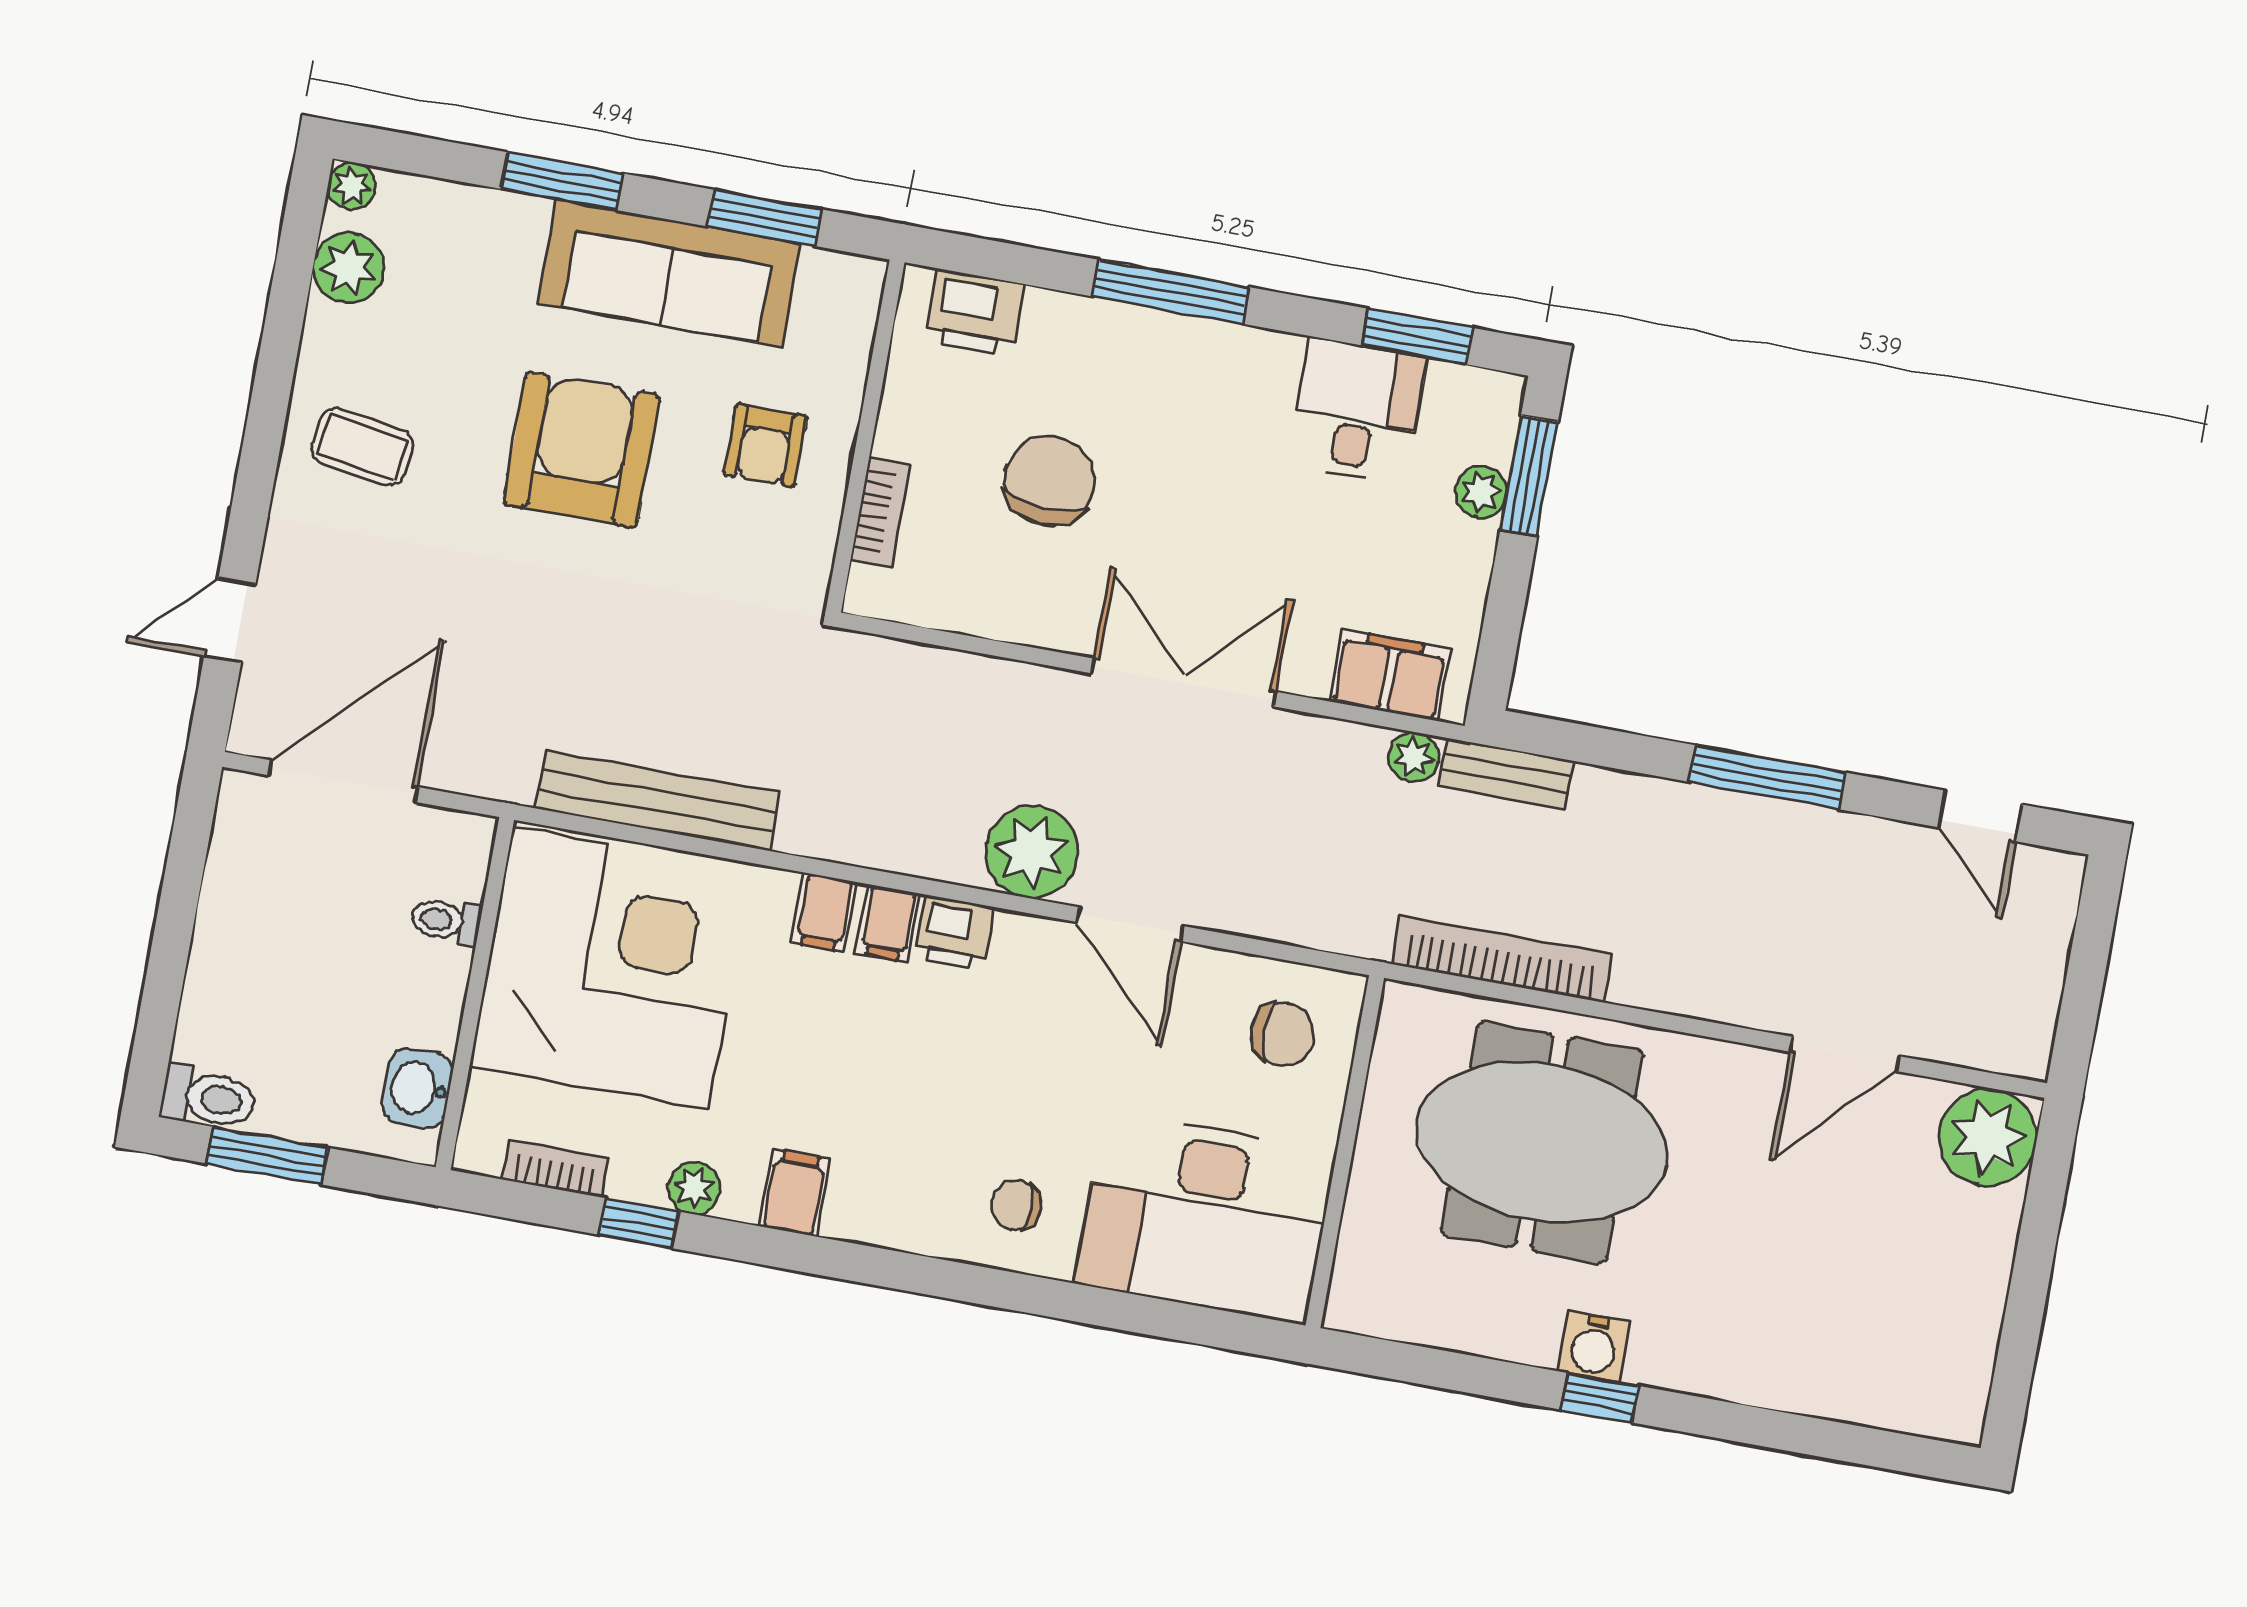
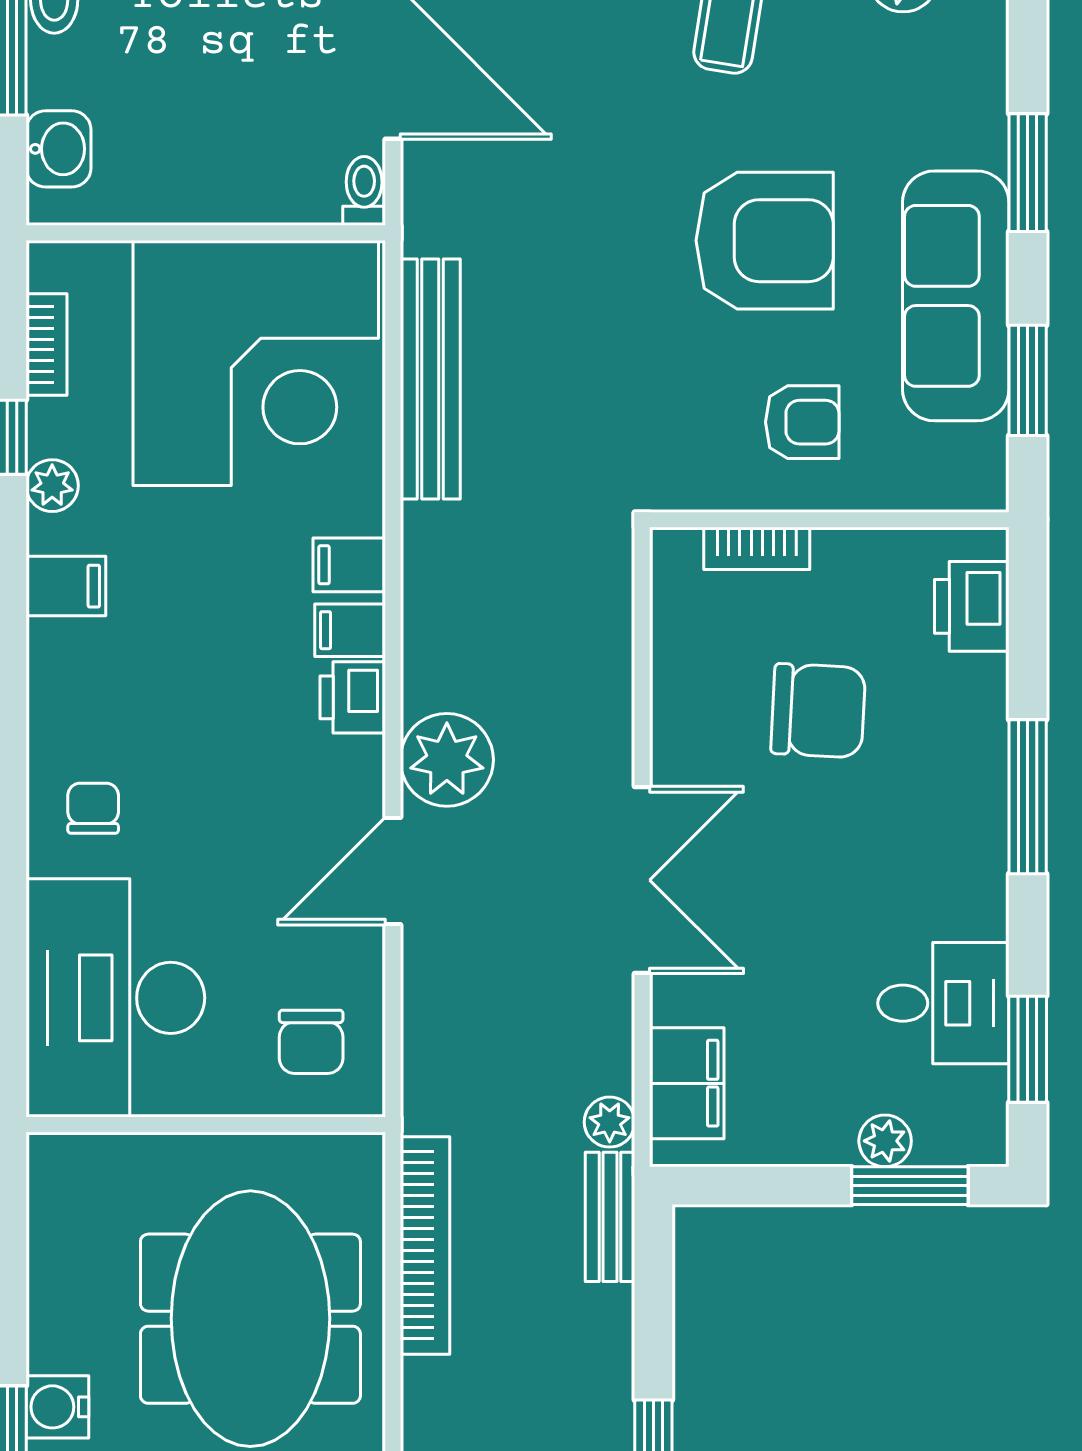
armchair: (765, 445) -> (802, 422), turned 180
toilet: (446, 921) -> (364, 191), moved
washbasin: (417, 1088) -> (59, 149), moved, turned 90

